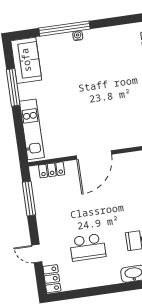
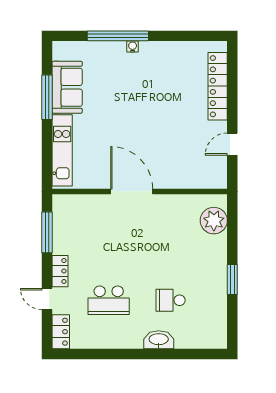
sofa: (26, 60) -> (67, 87), moved
door: (94, 155) -> (132, 191), swing flipped
locker: (52, 170) -> (60, 271), moved, turned -90

